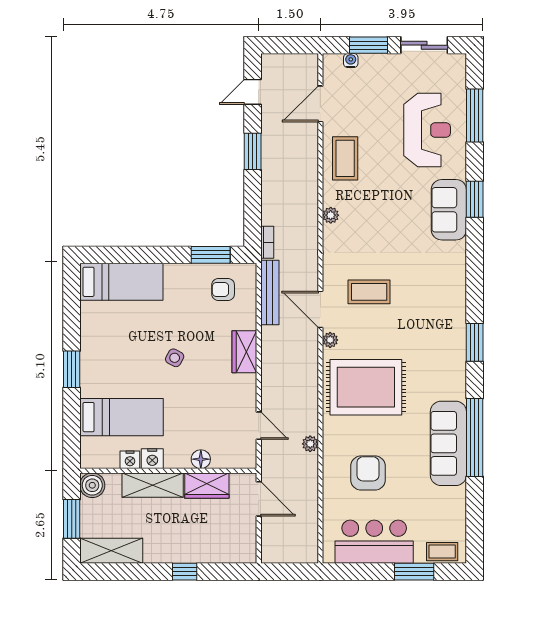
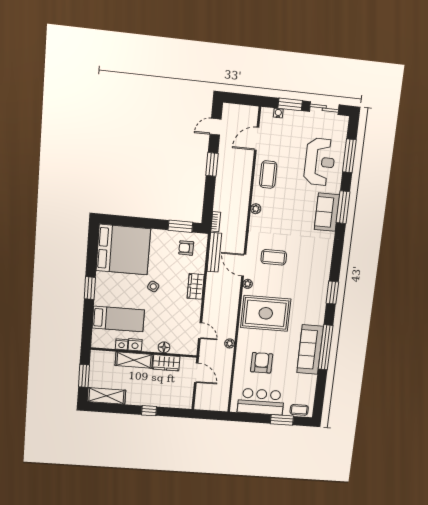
window: (475, 199) -> (343, 207), width x1.44
bed: (121, 282) -> (123, 250), width x2.04
boiler: (92, 485) -> (98, 357), removed

